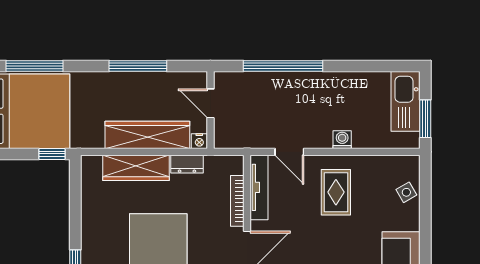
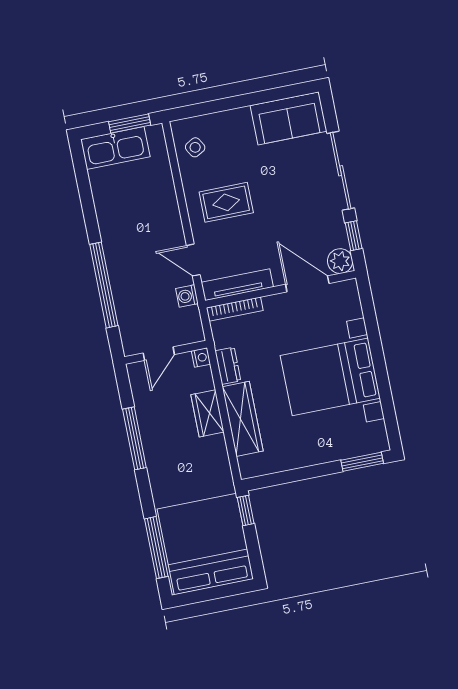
wardrobe: (147, 135) -> (207, 413), width x0.48, depth x0.85
washing machine: (342, 140) -> (187, 296), moved
door: (289, 152) -> (193, 260), swing flipped
side table: (406, 192) -> (195, 147), moved
bookcase: (237, 201) -> (235, 309), moved

